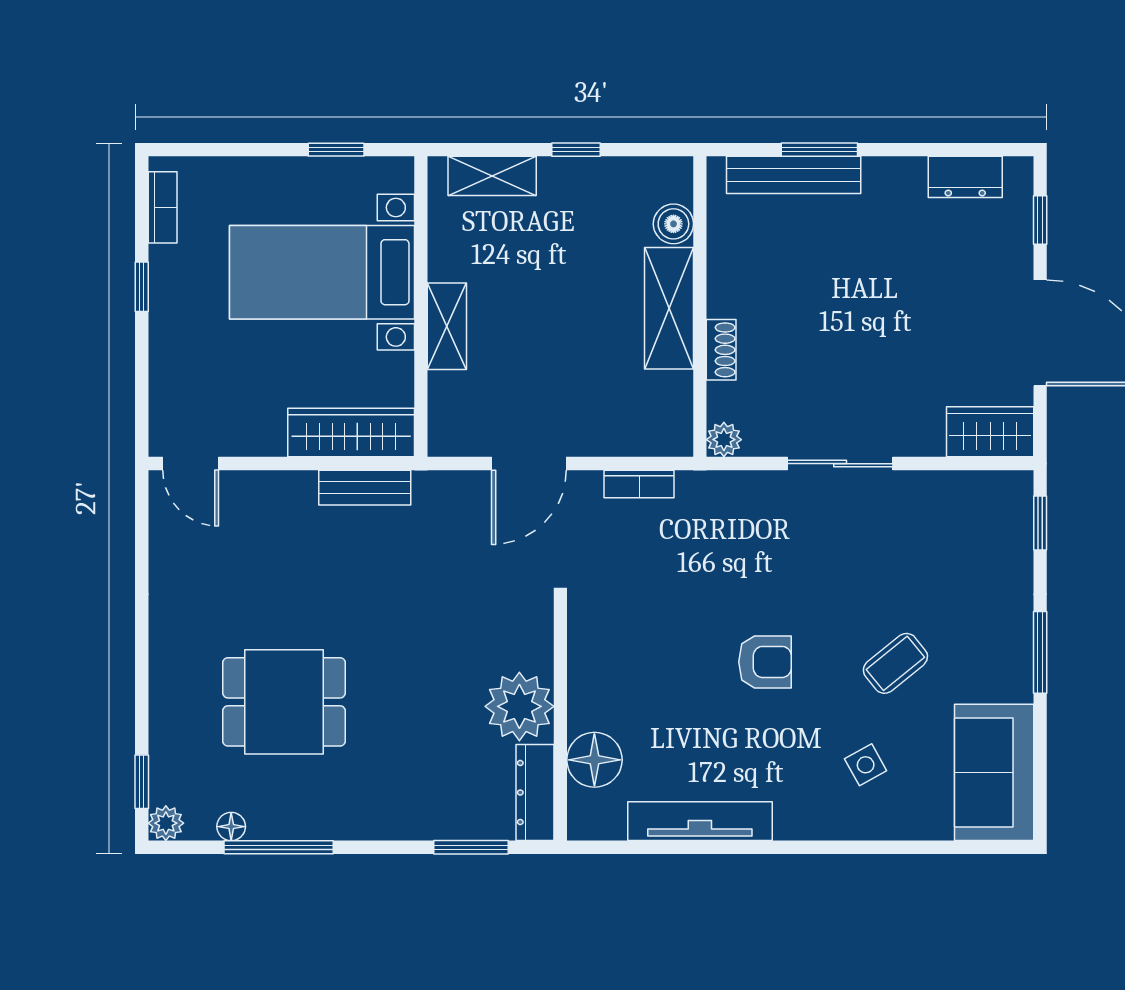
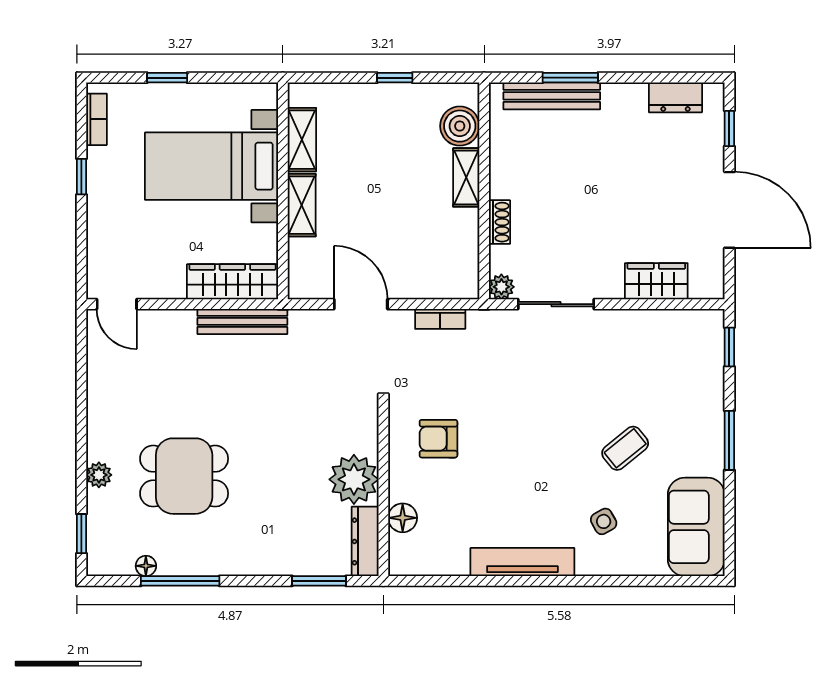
window: (336, 150) -> (167, 78), moved
shelving: (492, 176) -> (302, 140), moved, turned 90
boiler: (673, 224) -> (460, 126), width x1.36, depth x1.36
shelving: (669, 308) -> (466, 177), width x0.67, depth x0.75
wardrobe: (990, 432) -> (656, 281), moved
door: (529, 464) -> (361, 304), swing flipped
sliding door: (840, 464) -> (556, 304), moved
bench: (365, 488) -> (242, 321), width x1.36
armchair: (765, 662) -> (438, 439), moved, turned 180
floor lamp: (594, 760) -> (403, 518), width x0.73, depth x0.73
tv unit: (700, 821) -> (522, 562), moved
plant: (166, 823) -> (99, 475), moved

